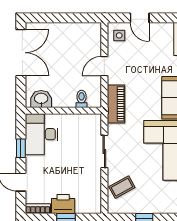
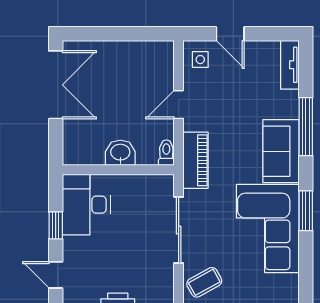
washbasin: (41, 99) -> (120, 153), moved
toilet: (82, 99) -> (166, 153), moved
sliding door: (104, 151) -> (179, 230), width x1.37

